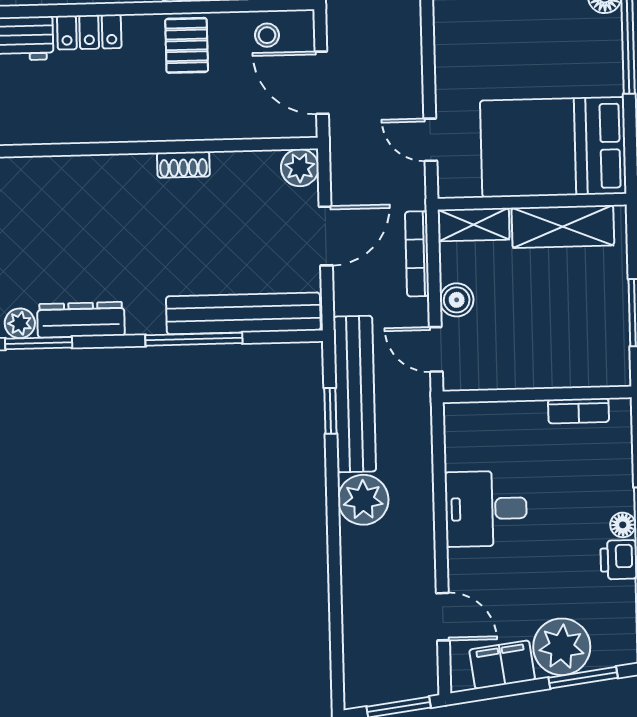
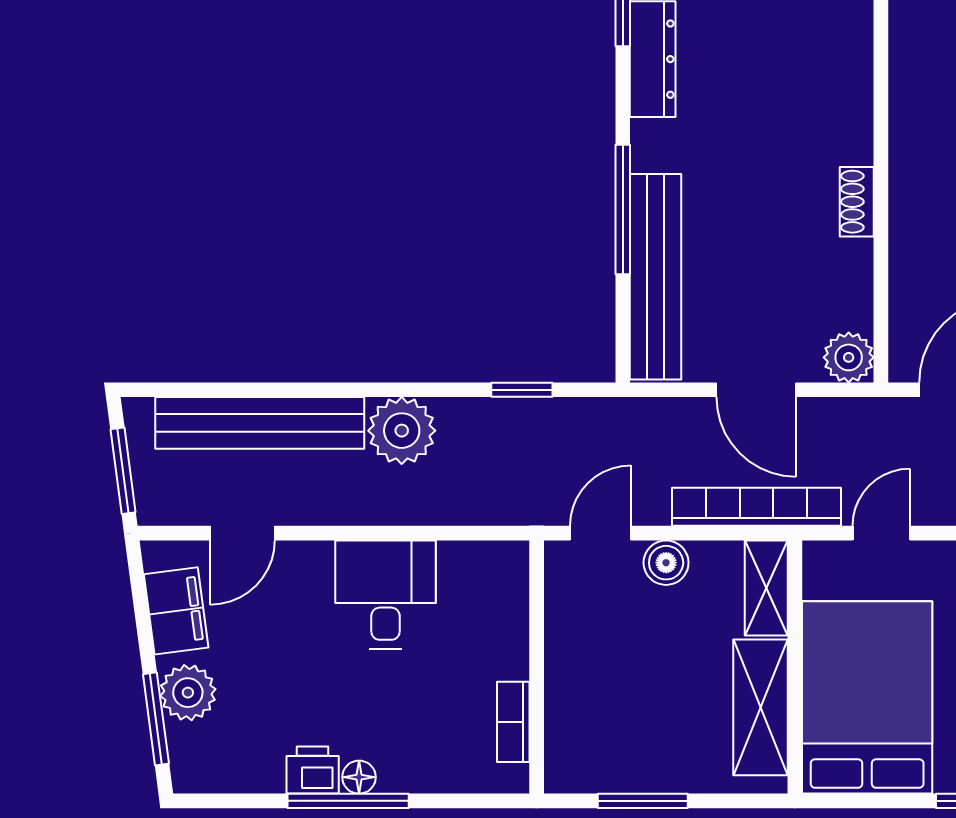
bookcase: (417, 254) -> (756, 507), width x1.48, depth x1.31
bench: (355, 394) -> (260, 423), moved
plant: (562, 647) -> (188, 693), width x0.73, depth x0.73

